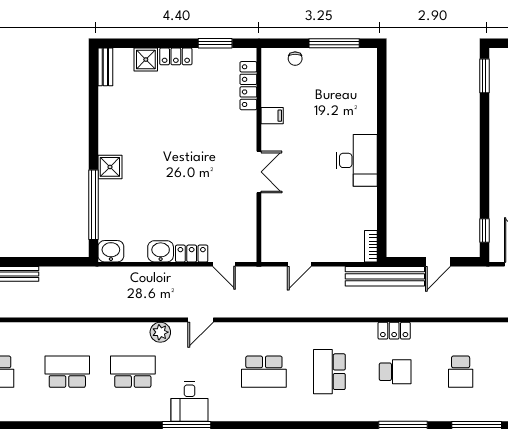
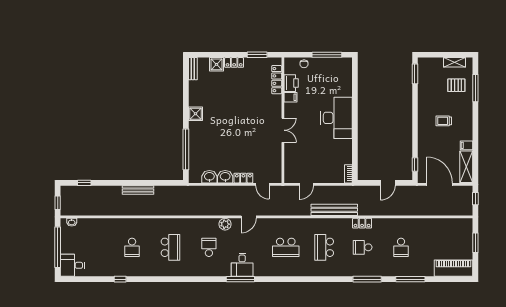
printer: (273, 92) -> (291, 83), added
desk: (357, 160) -> (337, 118), width x1.36, depth x1.30
shower: (110, 167) -> (195, 114), moved
washbasin: (111, 251) -> (209, 177), moved
bench: (385, 276) -> (334, 210), moved
school desk: (67, 372) -> (170, 247), turned 90
school desk: (133, 372) -> (209, 247), width x0.54
school desk: (395, 372) -> (363, 247), turned 180

